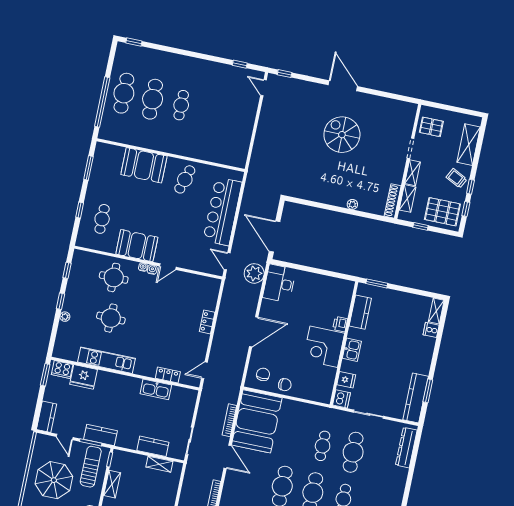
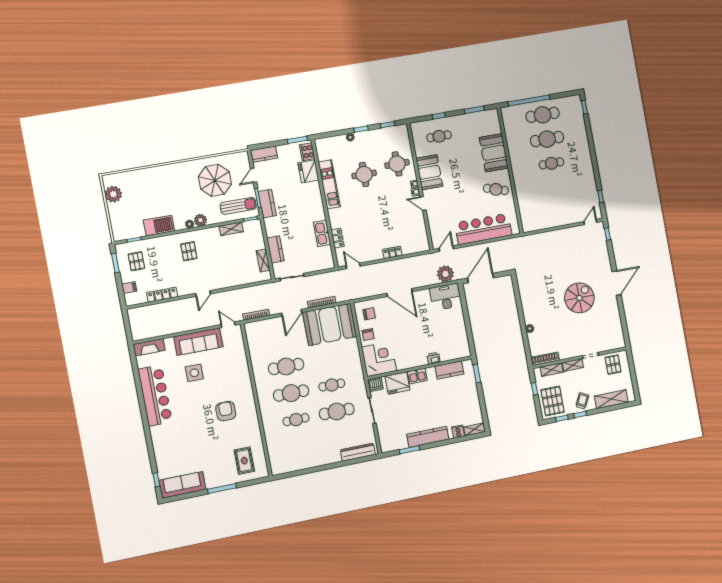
corner desk: (324, 347) -> (379, 359), moved, turned 90
fridge: (346, 380) -> (397, 383), width x1.88, depth x1.34
kitchen counter: (416, 398) -> (428, 437), moved

